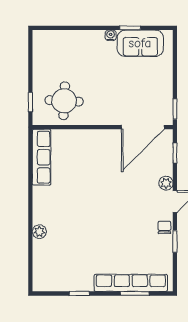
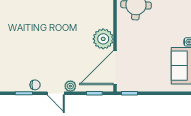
door: (143, 127) -> (115, 68), hinge flipped
plant: (107, 142) -> (103, 39), added

